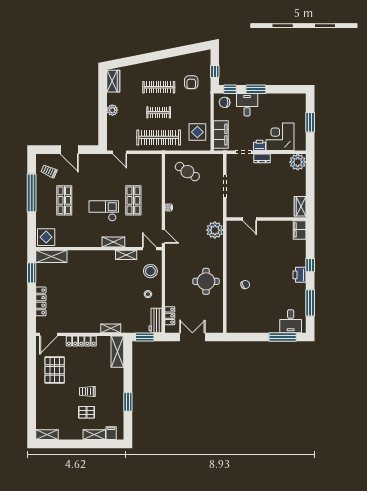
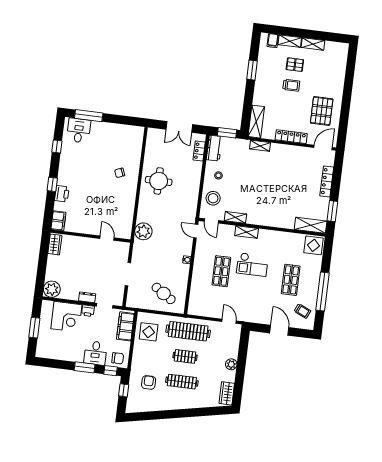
printer: (299, 275) -> (62, 194), moved
window: (310, 303) -> (57, 146), width x0.46
shelving: (47, 435) -> (313, 44), moved

